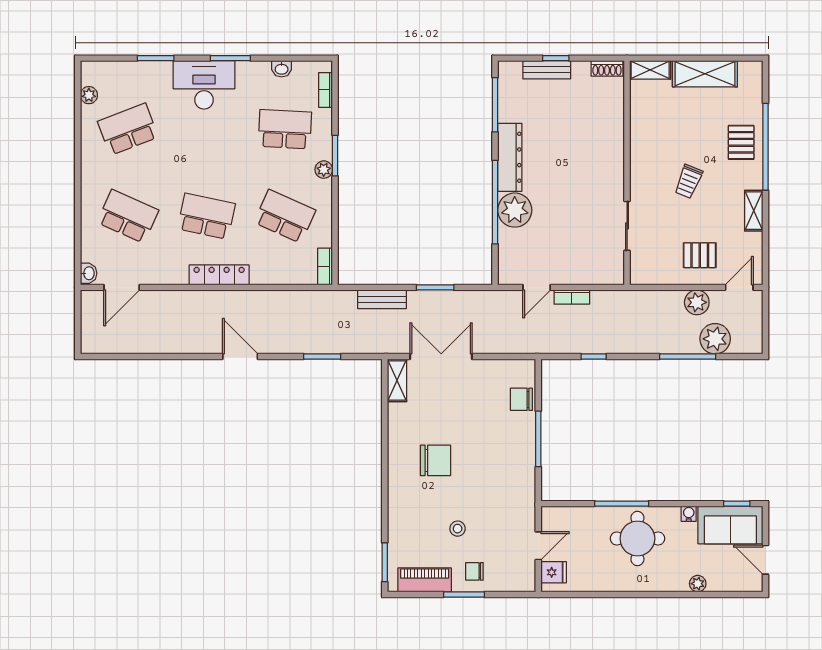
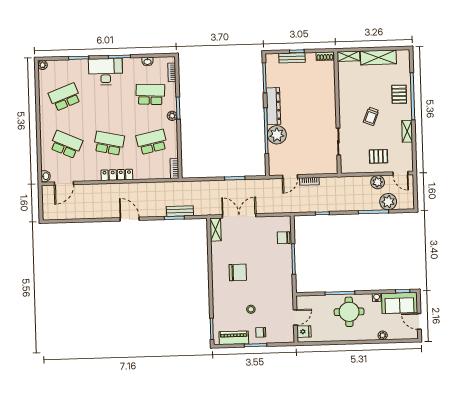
plant: (89, 95) -> (43, 65), moved
school desk: (285, 216) -> (152, 142), turned -36
door: (739, 287) -> (400, 173), swing flipped
bench: (382, 299) -> (180, 211), moved

